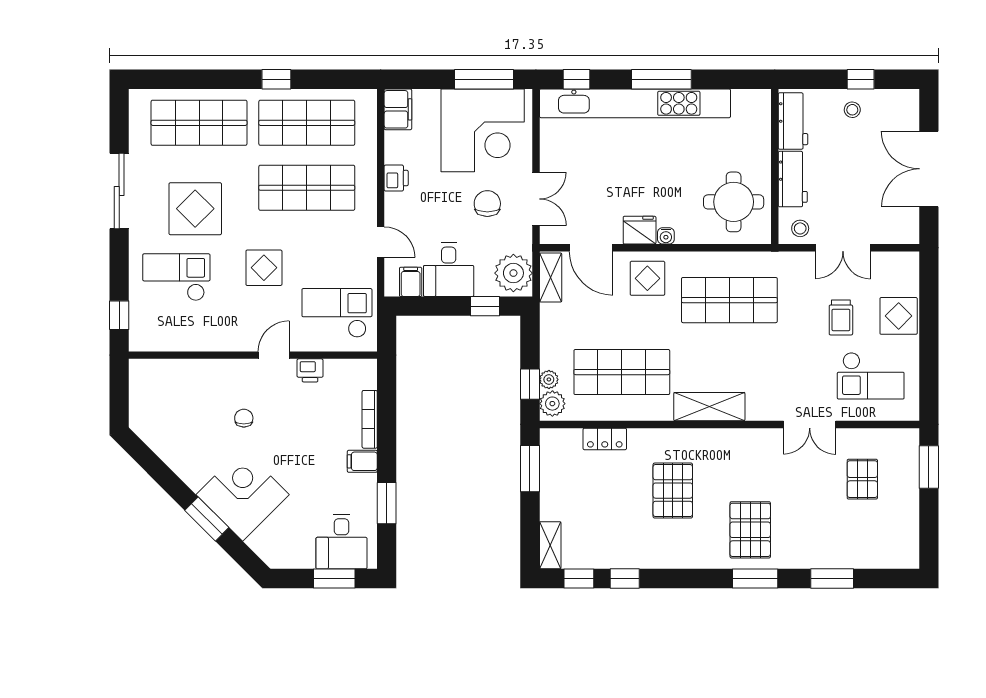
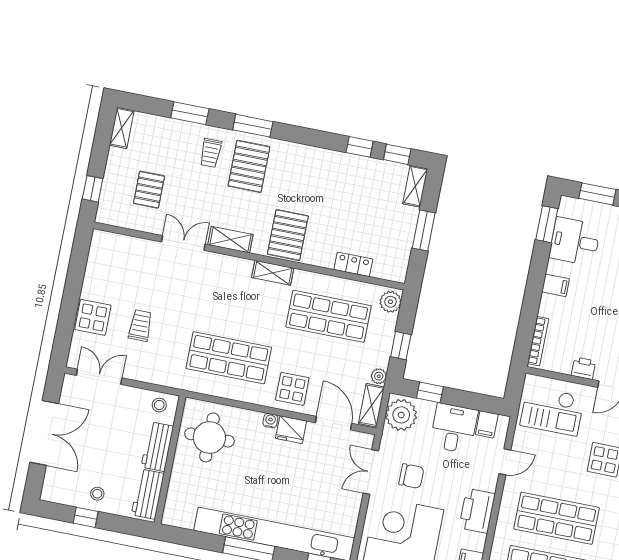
printer: (396, 178) -> (477, 511), width x1.87, depth x1.48
chair: (487, 204) -> (411, 476), turned -90
door: (381, 242) -> (505, 462), swing flipped
double door: (843, 248) -> (99, 377), moved
checkout: (871, 376) -> (125, 273), removed
plant: (549, 379) -> (379, 376), moved
window: (530, 384) -> (401, 346), moved
shelving: (709, 407) -> (273, 273), width x0.67, depth x0.75
bookcase: (370, 419) -> (538, 341), moved
shelving: (755, 439) -> (230, 240), added
window: (929, 467) -> (93, 189), width x0.67
window: (530, 469) -> (424, 231), moved
pallet: (673, 491) -> (288, 235), moved
window: (387, 503) -> (547, 224), moved
trolley: (798, 537) -> (211, 153), added
desk: (341, 542) -> (575, 241), moved, turned -90
shelving: (909, 546) -> (122, 128), added

